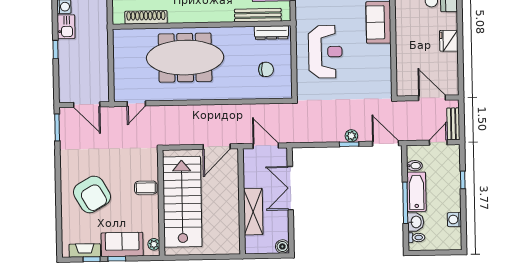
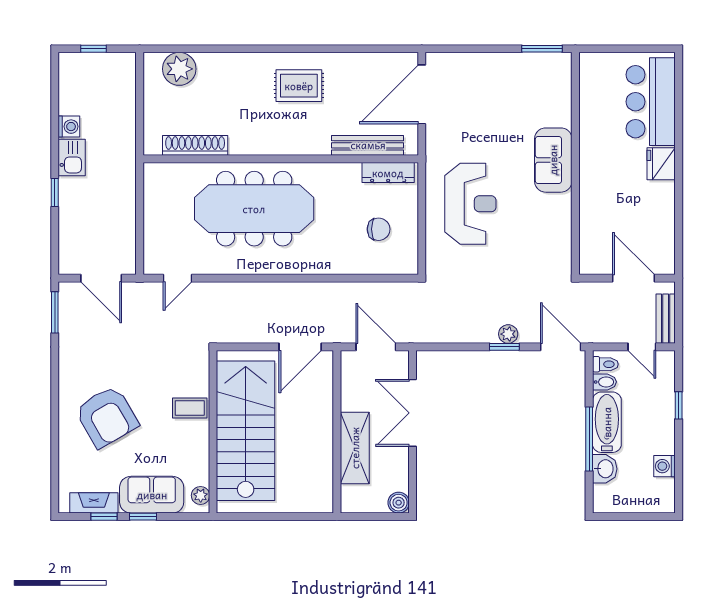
fridge: (449, 41) -> (661, 164), moved
door: (438, 142) -> (642, 347), swing flipped
toilet: (416, 238) -> (605, 364), moved

